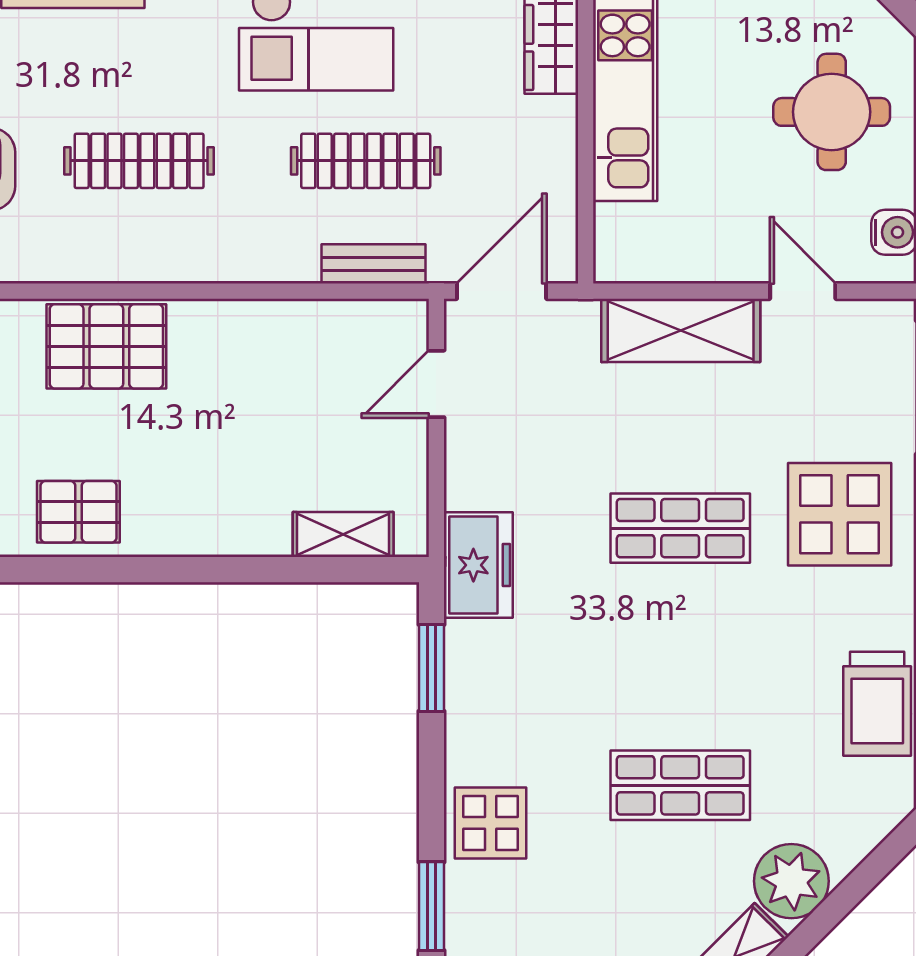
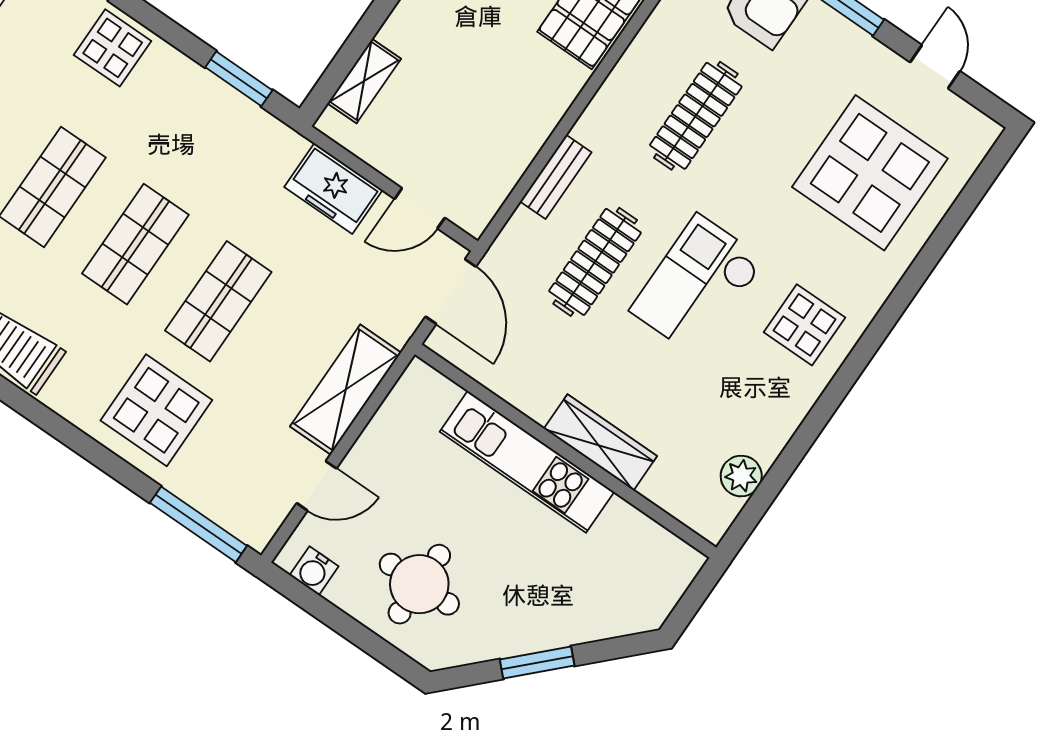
bench: (374, 264) -> (556, 177), moved
door: (436, 384) -> (420, 208), swing flipped
freezer: (478, 565) -> (333, 188), moved
shop shelf: (680, 657) -> (135, 244), added

